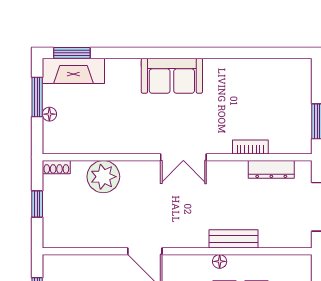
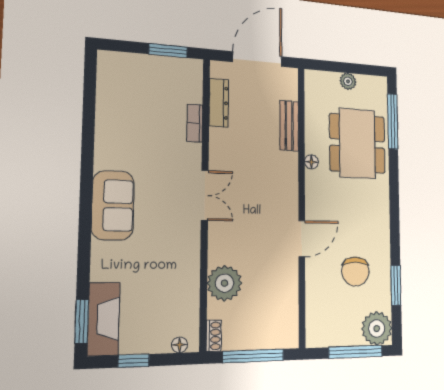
window: (37, 97) -> (134, 361), width x0.67
floor lamp: (49, 114) -> (180, 345), moved
window: (37, 204) -> (253, 356), width x2.17
bench: (234, 239) -> (289, 126), moved

